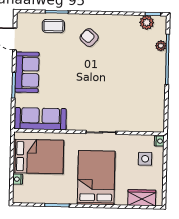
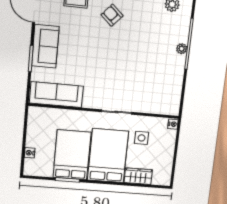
plant: (161, 46) -> (182, 49), moved
bed: (38, 157) -> (72, 155), moved, turned -90
side table: (145, 159) -> (141, 138), moved
wardrobe: (142, 198) -> (138, 176), moved

